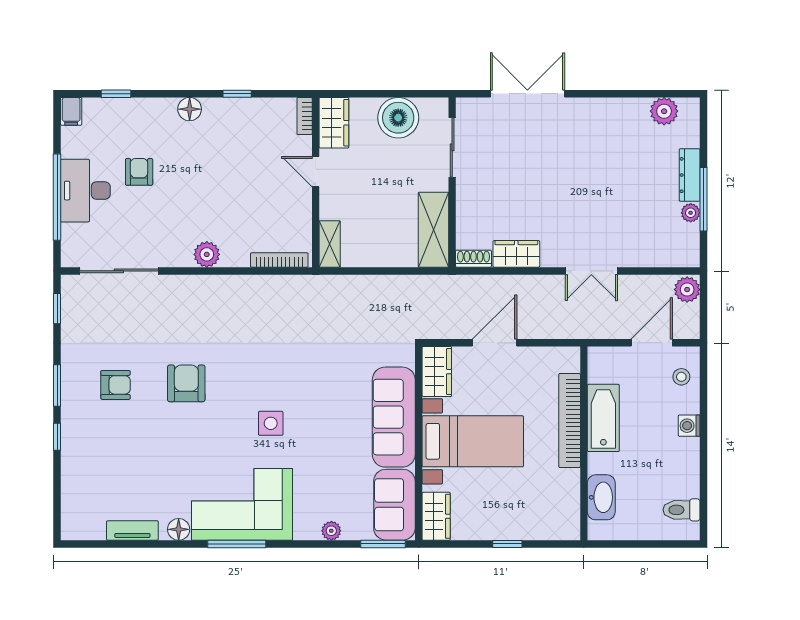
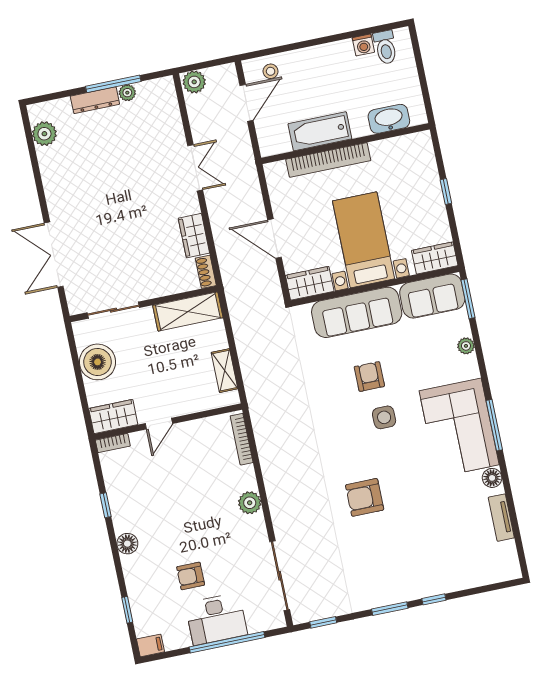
shelving: (330, 244) -> (225, 371), moved, turned 90
door: (652, 343) -> (246, 103), swing flipped
armchair: (116, 385) -> (369, 376), moved
washing machine: (689, 426) -> (363, 45), moved

